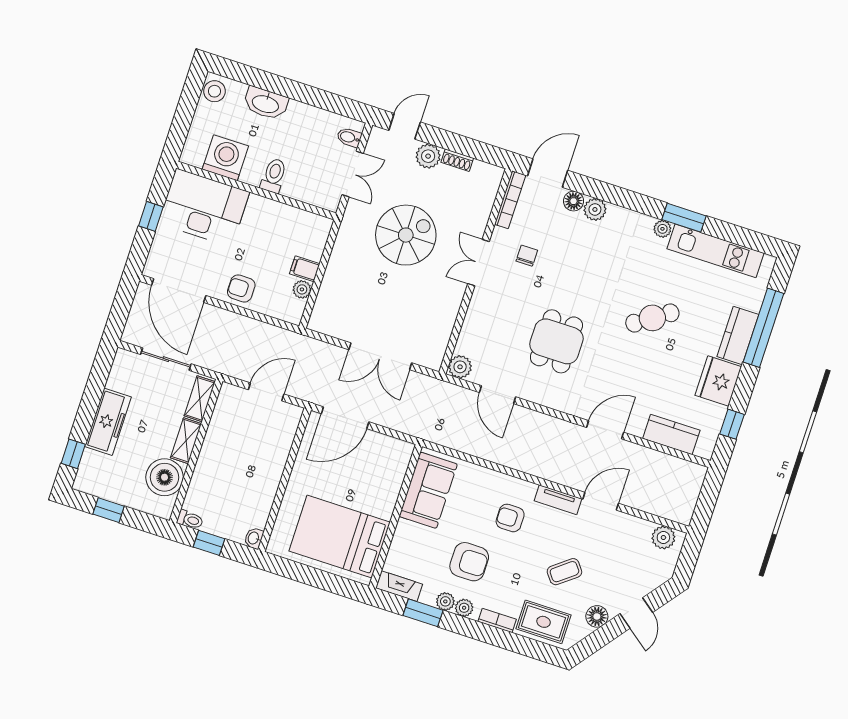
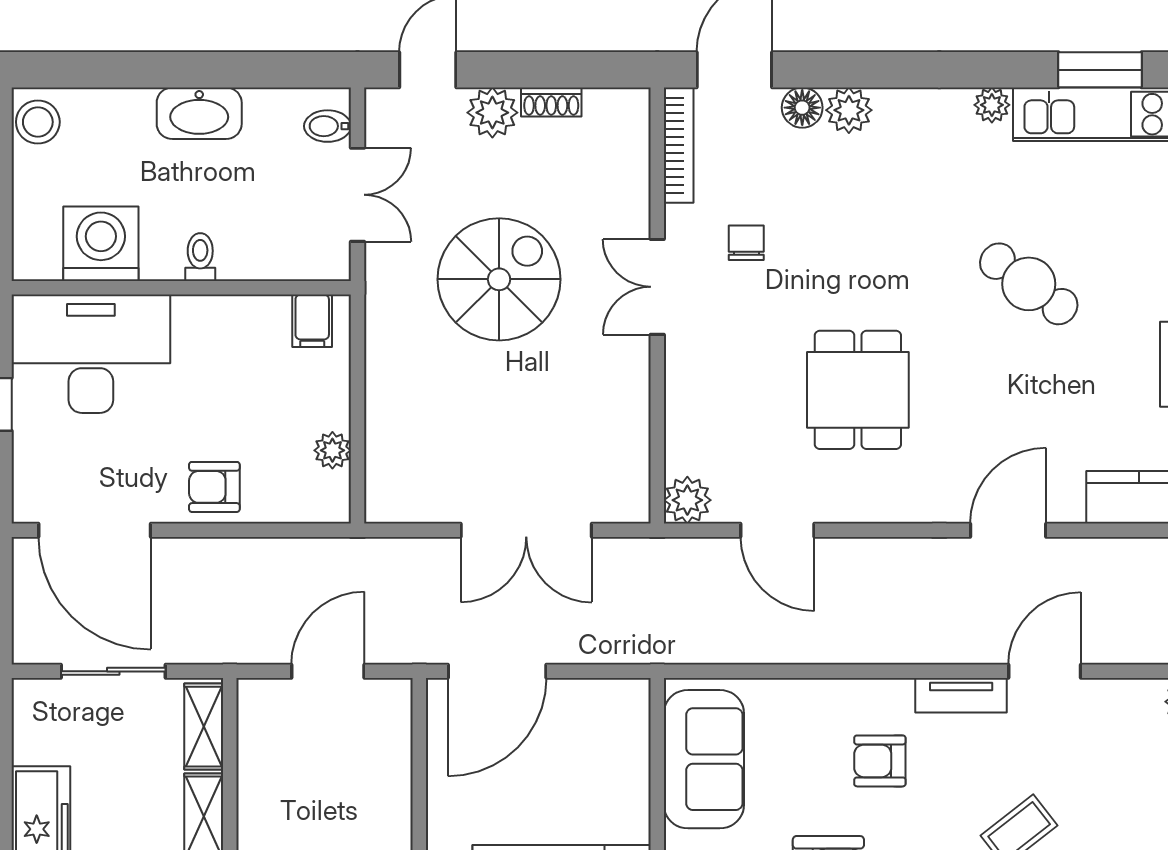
washbasin: (266, 103) -> (199, 113), moved
toilet: (274, 176) -> (200, 257), width x0.73, depth x0.72
window: (684, 218) -> (1100, 70), moved
filing cabinet: (305, 269) -> (312, 321), moved, turned -90
cafe table: (652, 318) -> (1029, 284), turned 70

